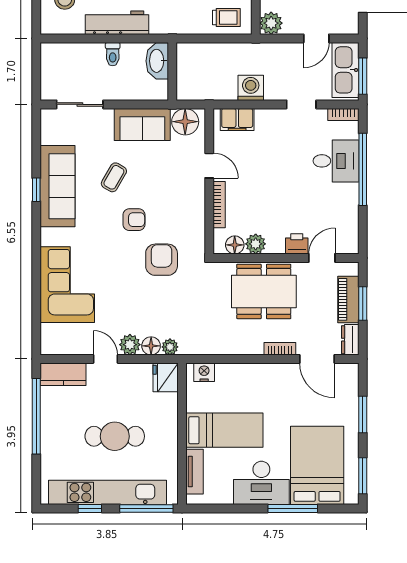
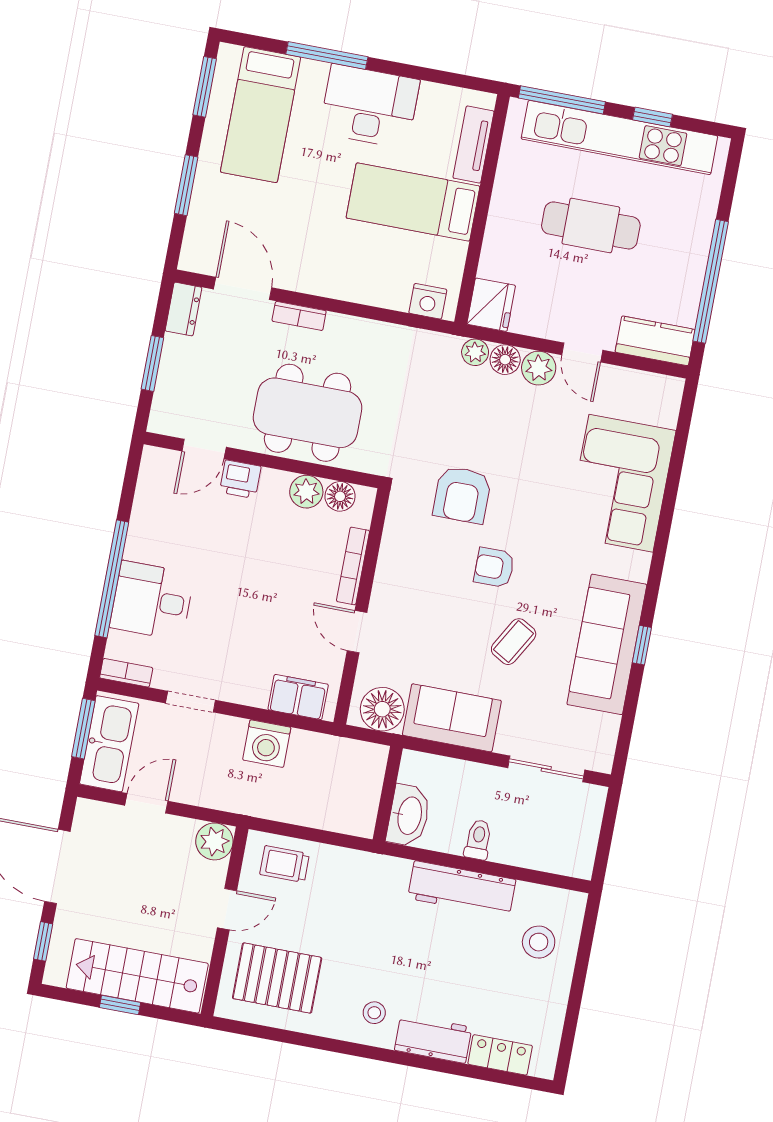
piano: (348, 299) -> (174, 374), removed
bed: (317, 465) -> (261, 115), width x0.67

